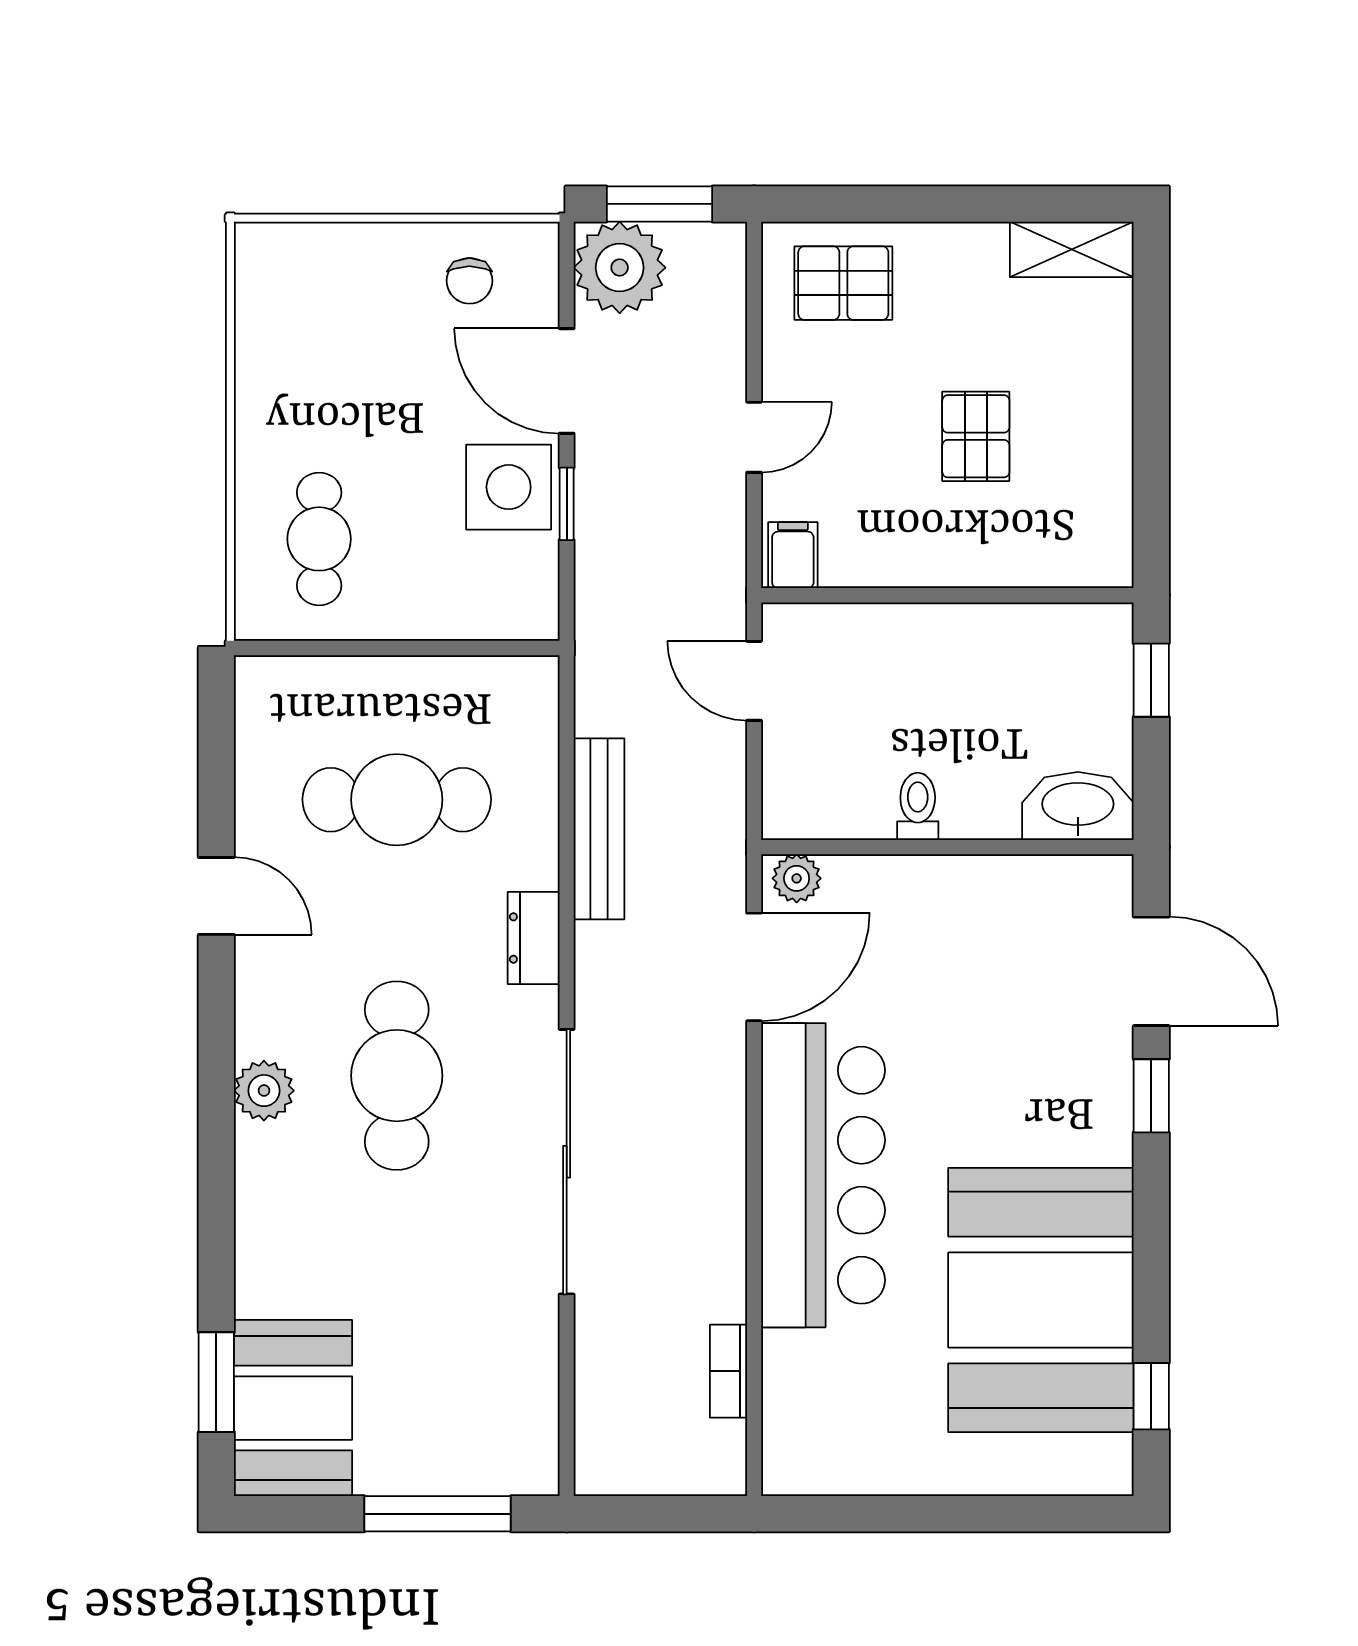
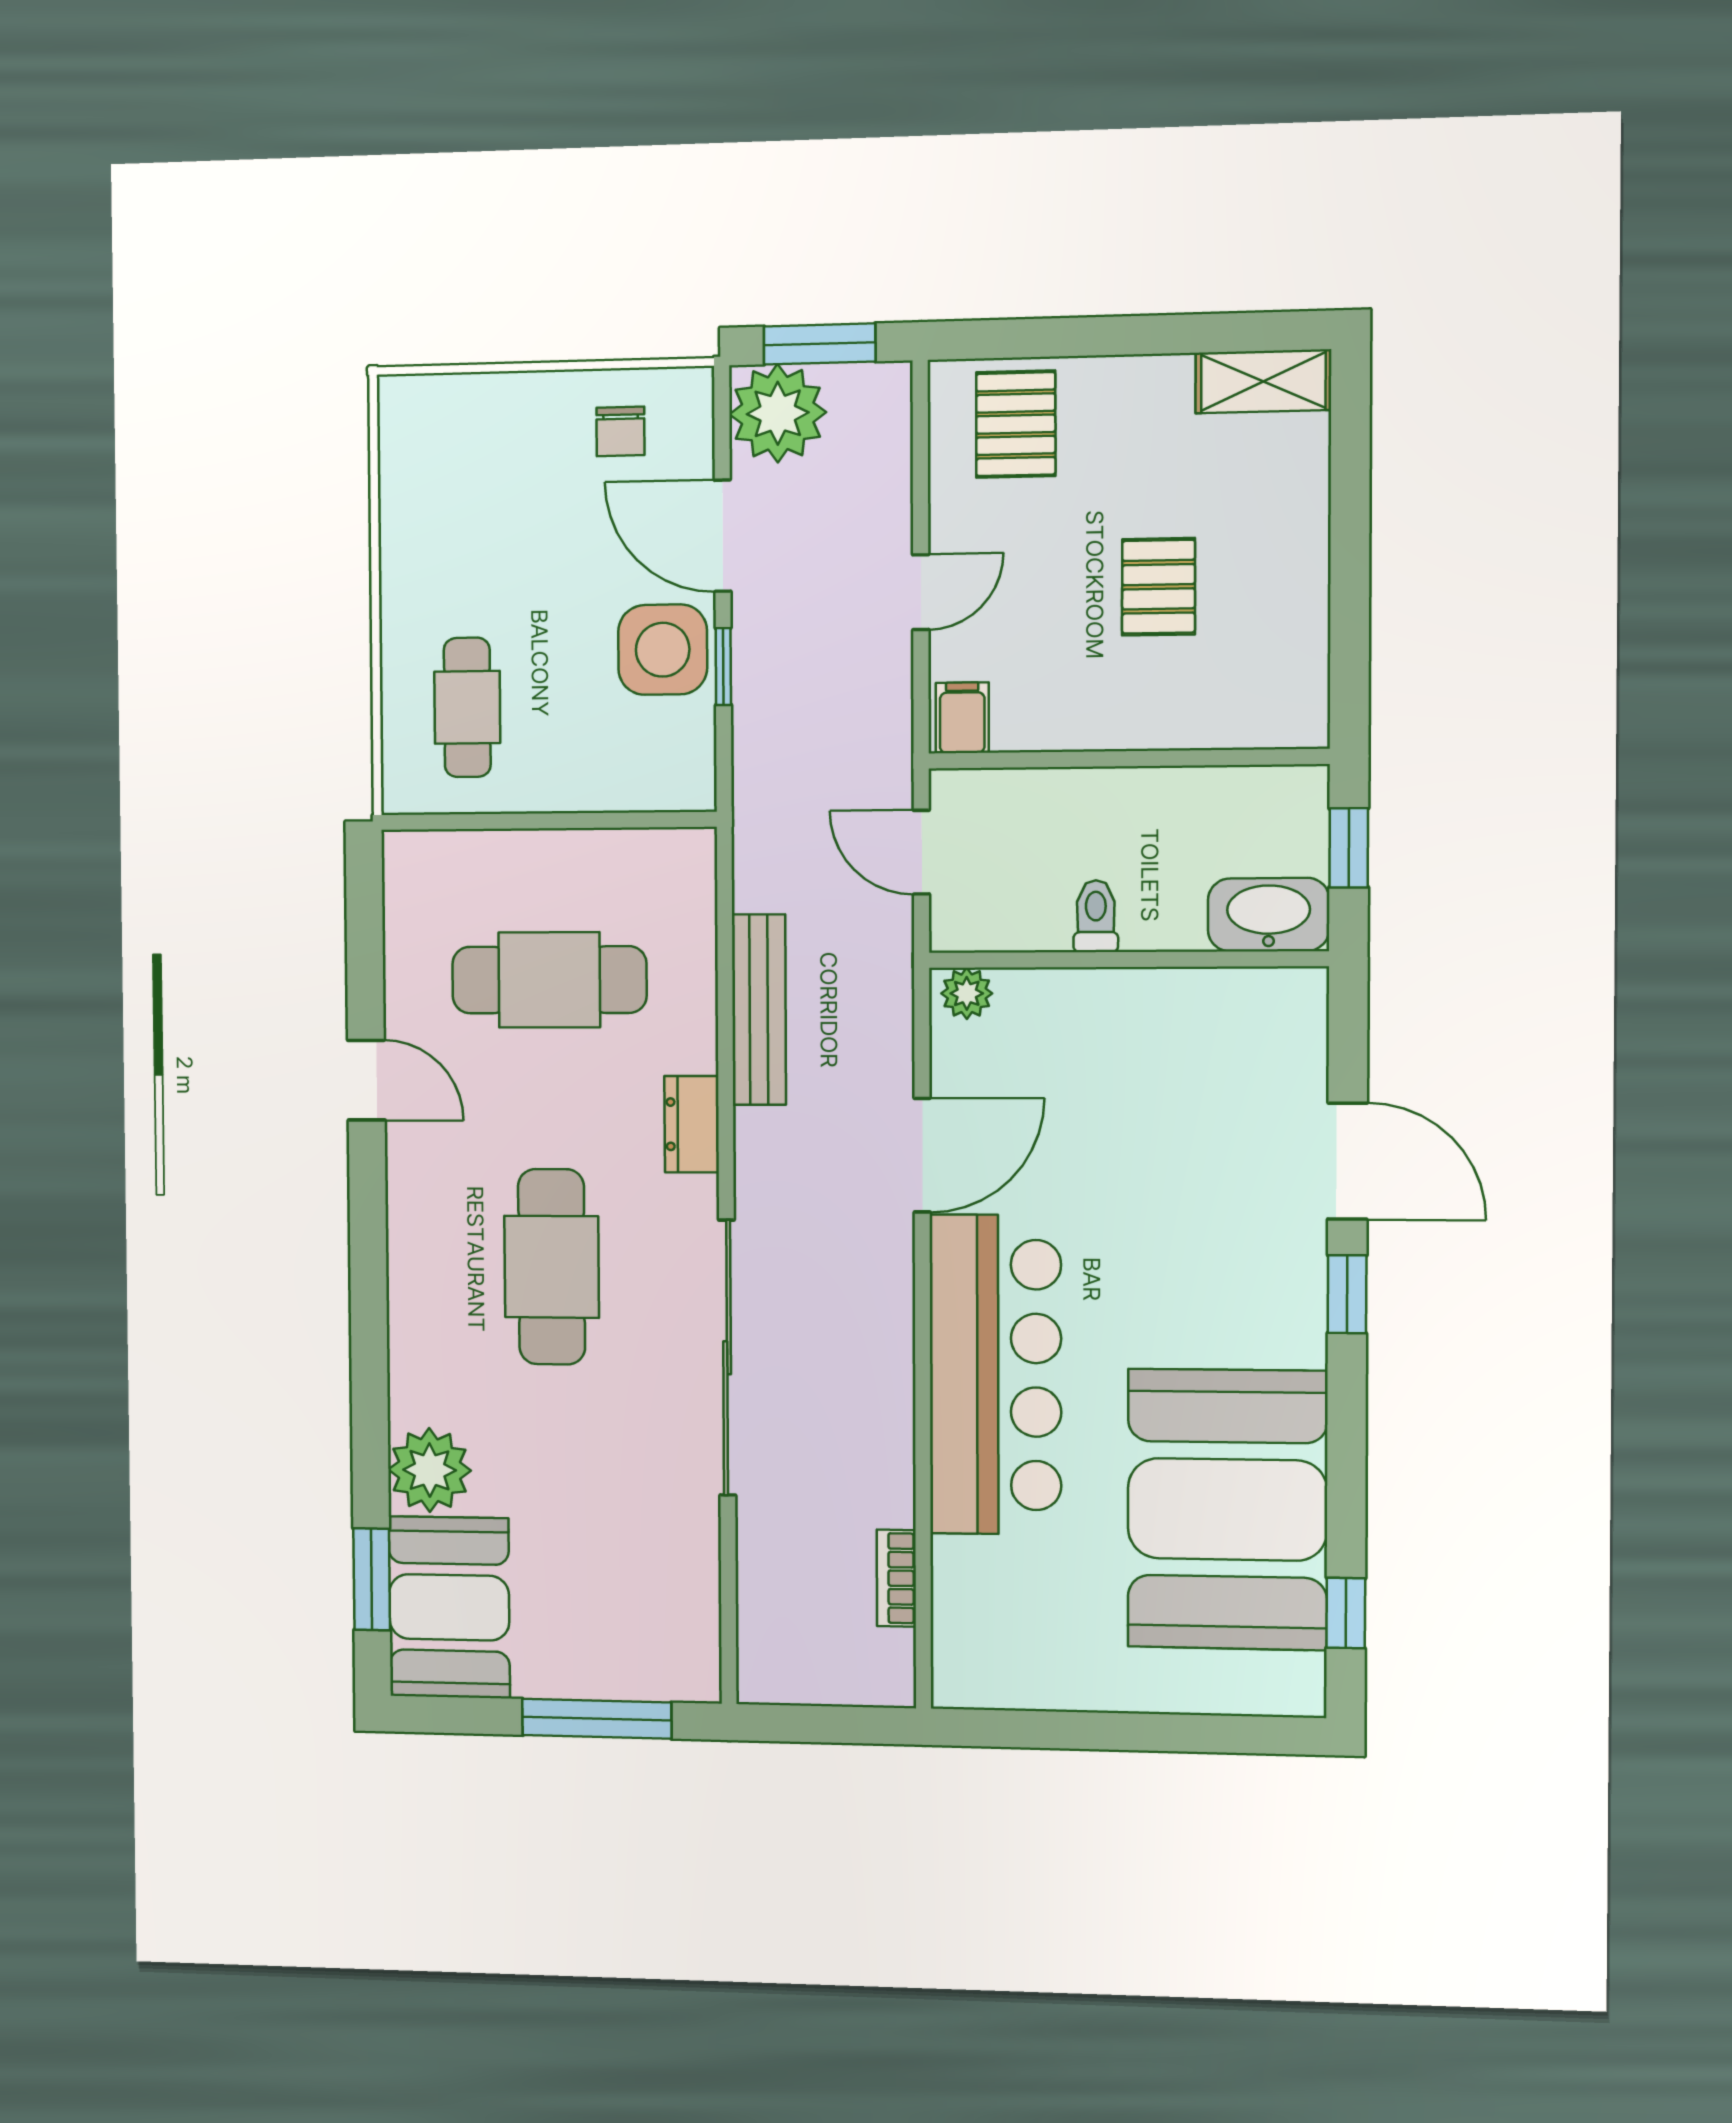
pallet: (843, 283) -> (1016, 424), turned 90
toilet: (918, 806) -> (1096, 916), moved
washbasin: (1078, 806) -> (1269, 915), moved
wall: (947, 847) -> (1128, 960), moved
plant: (797, 878) -> (967, 993), moved
plant: (264, 1091) -> (430, 1470), moved, width x1.36, depth x1.36

